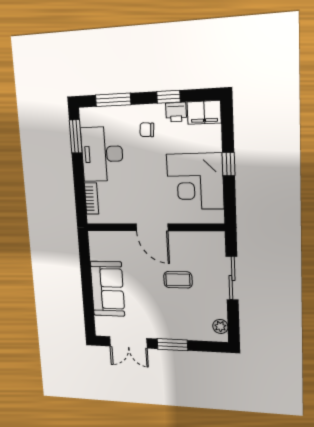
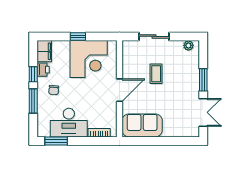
window: (113, 100) -> (33, 101), moved
sofa: (107, 289) -> (142, 125), moved

